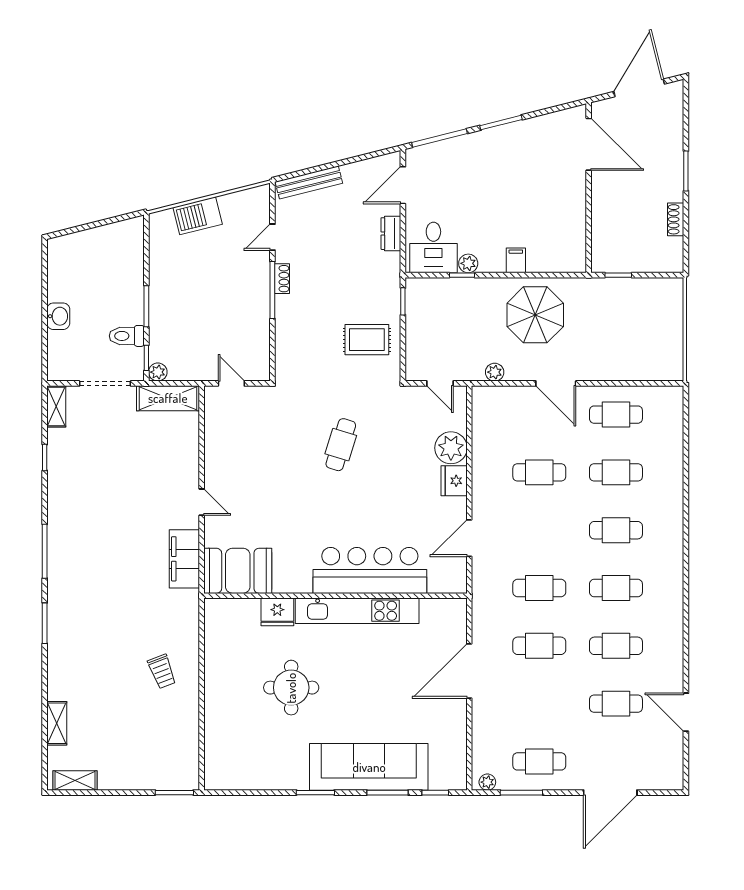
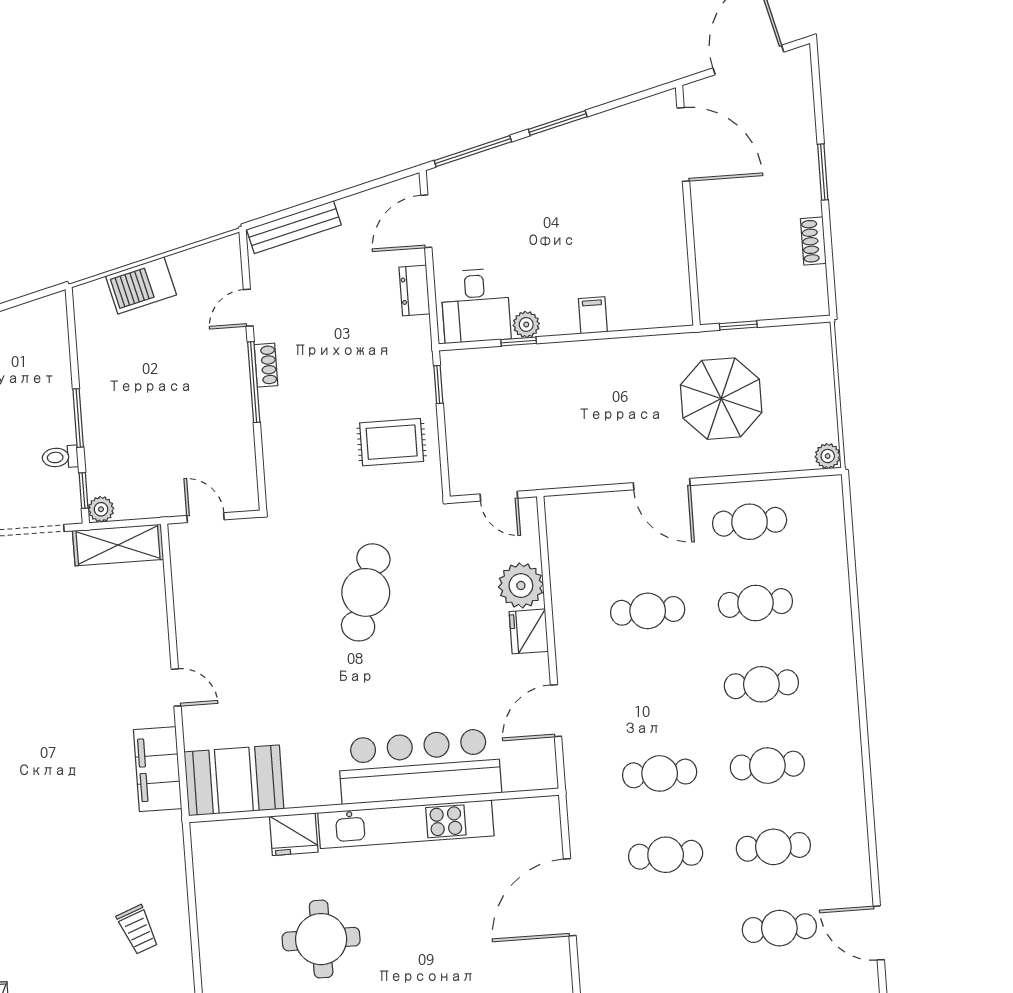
parasol: (535, 315) -> (721, 399), moved
toilet: (127, 336) -> (60, 457), width x0.73, depth x0.72
plant: (495, 372) -> (828, 456), moved
cafe table: (341, 445) -> (366, 592), width x1.37, depth x1.35

